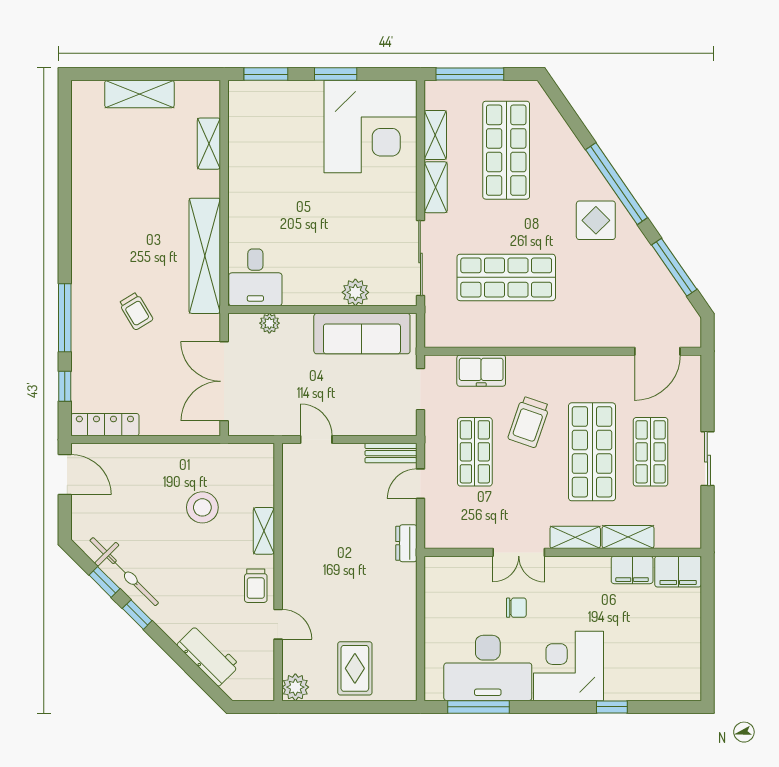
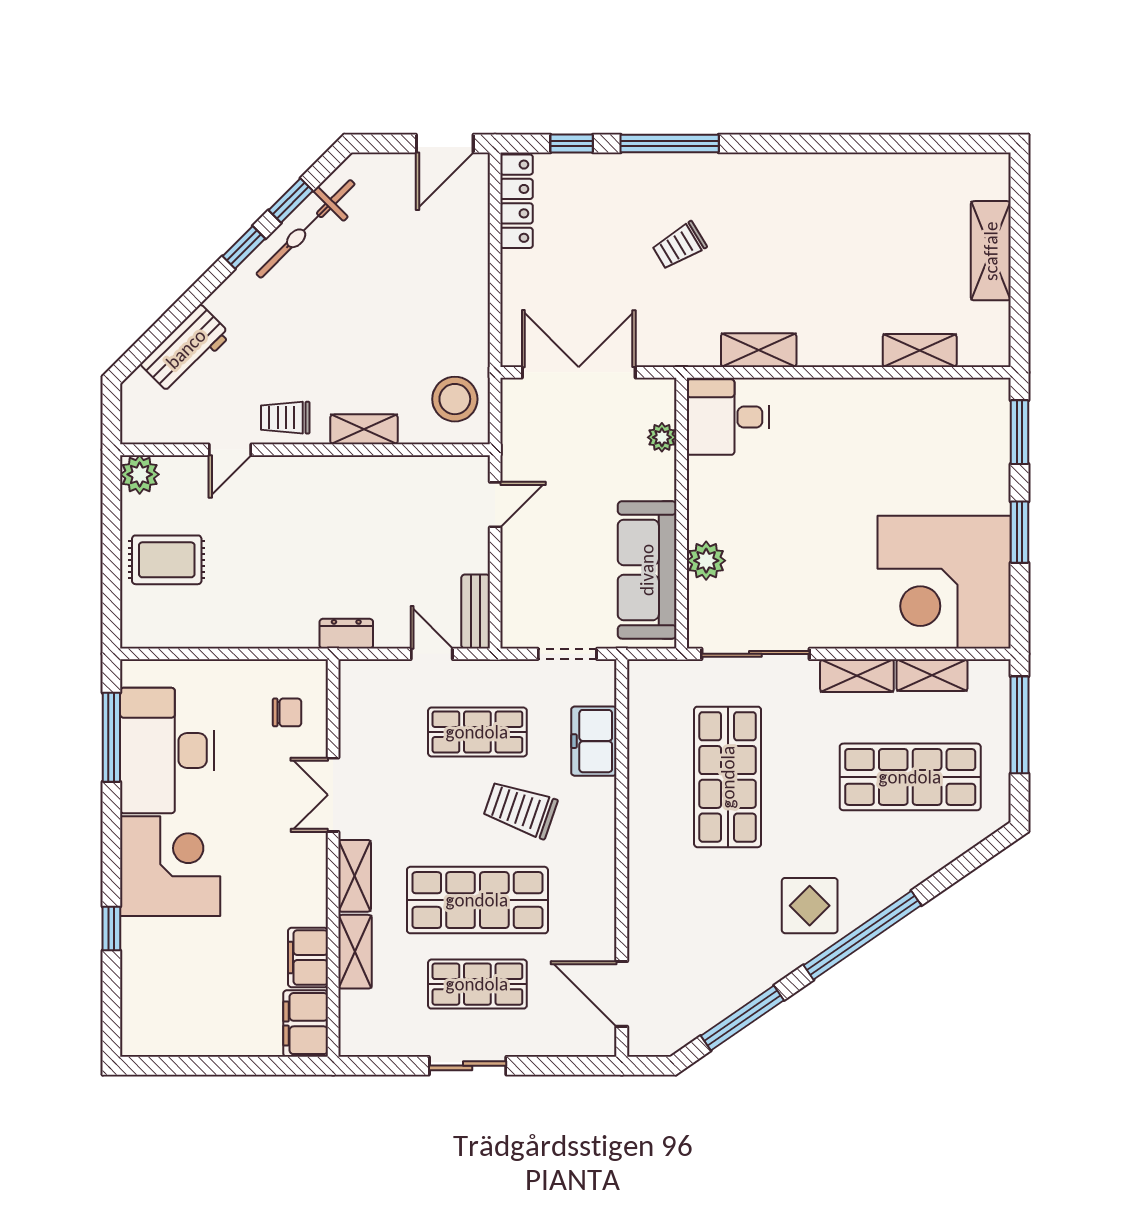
shelving: (205, 256) -> (759, 350), width x0.45, depth x0.75
stool: (202, 507) -> (455, 399), moved
chair: (516, 608) -> (287, 712), moved, turned -90

